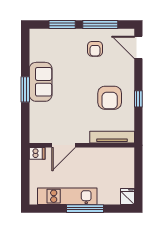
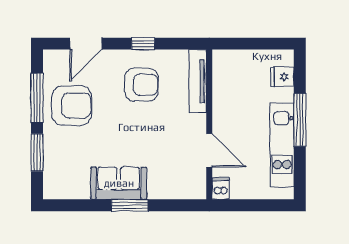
door: (138, 47) -> (86, 44), moved
armchair: (95, 49) -> (72, 106), width x1.88, depth x1.88
fridge: (127, 196) -> (282, 77), moved

